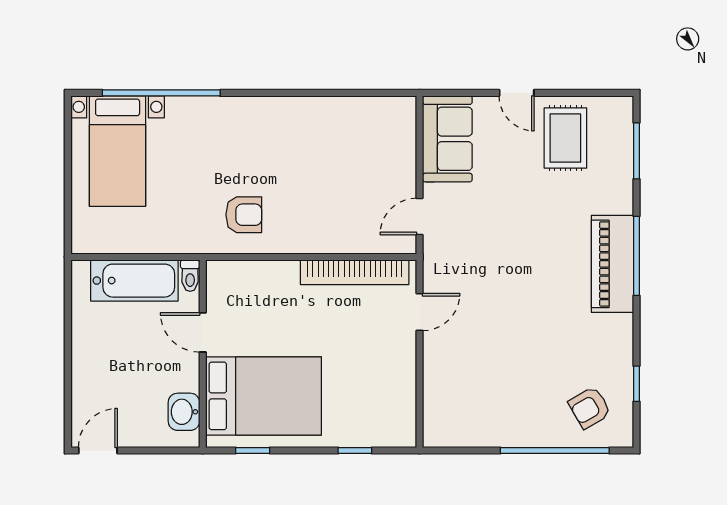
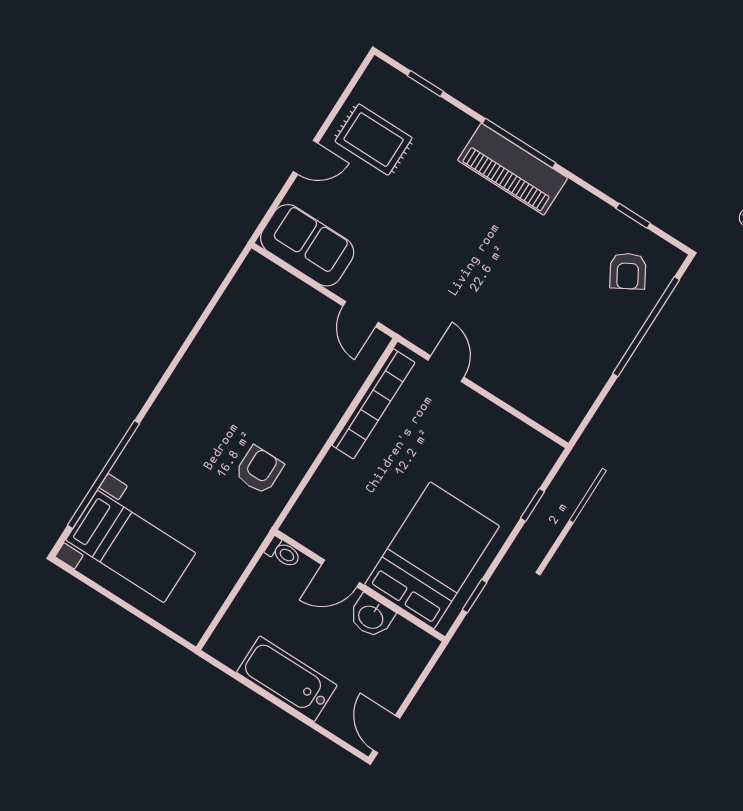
window: (636, 151) -> (425, 83), width x0.67
bathtub: (134, 281) -> (287, 679), moved, turned -90
washbasin: (184, 412) -> (371, 616), moved

